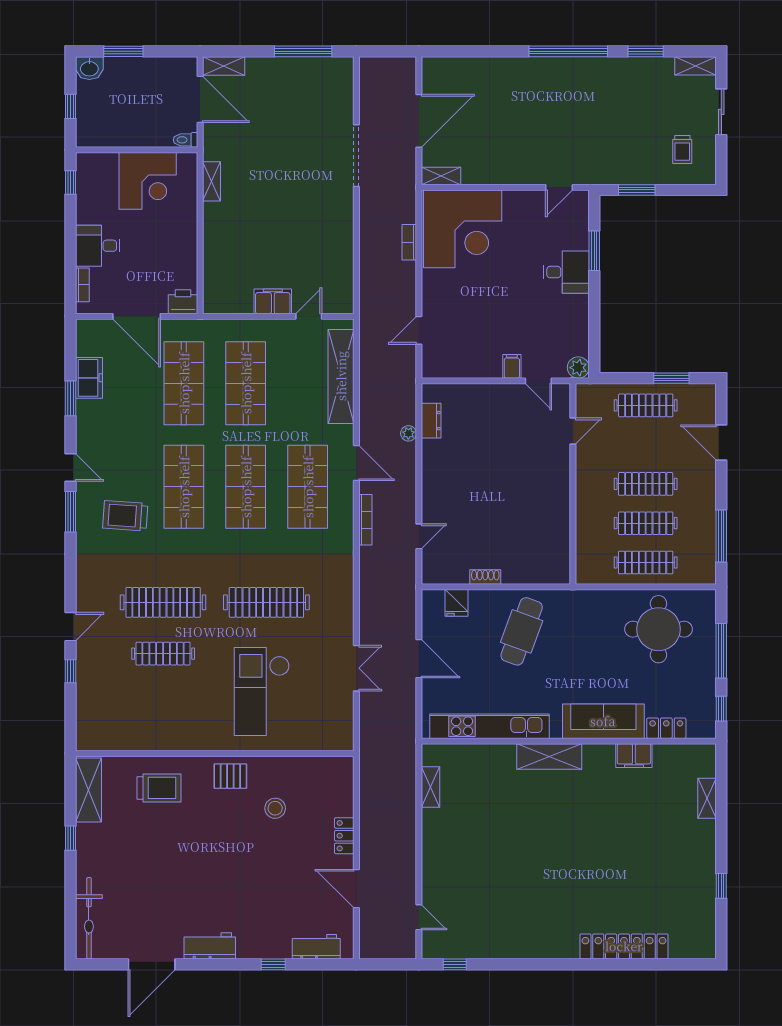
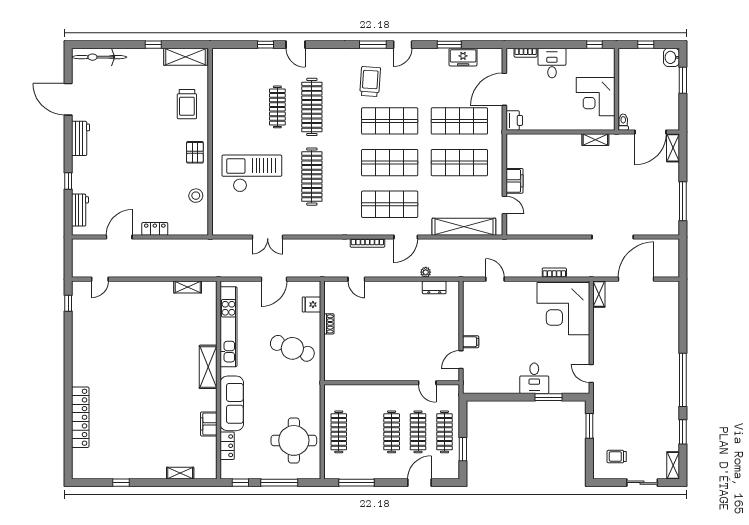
door: (419, 121) -> (636, 279), swing flipped
plant: (578, 368) -> (470, 386), removed
clothes rail: (646, 523) -> (418, 432), moved
stool: (275, 808) -> (196, 196), moved

